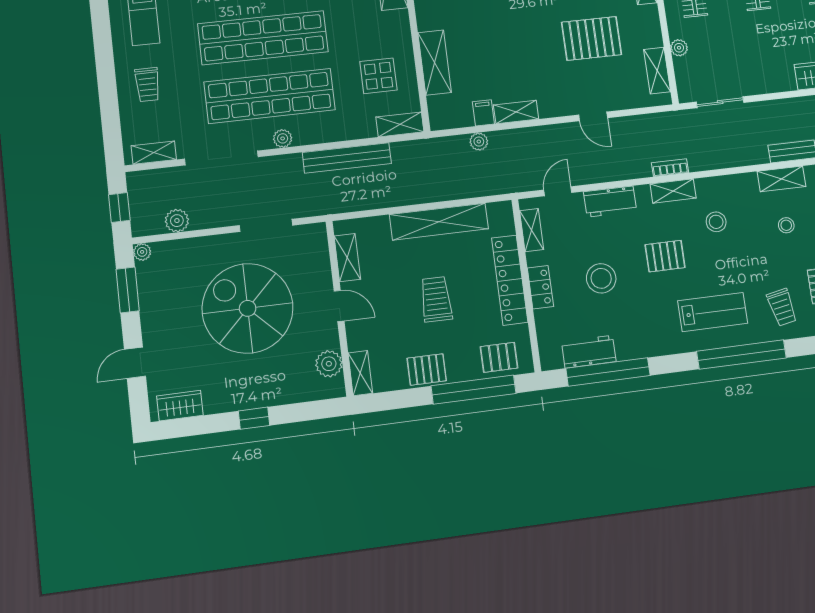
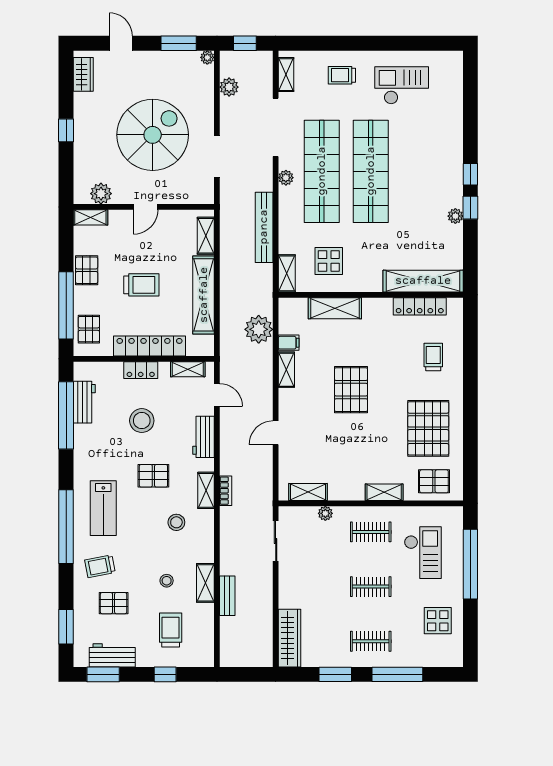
pallet: (591, 38) -> (351, 390), moved
plant: (479, 142) -> (259, 329), width x1.88, depth x1.88
pallet: (665, 256) -> (153, 476), turned 90
shelving: (347, 258) -> (206, 236), moved, turned 90

